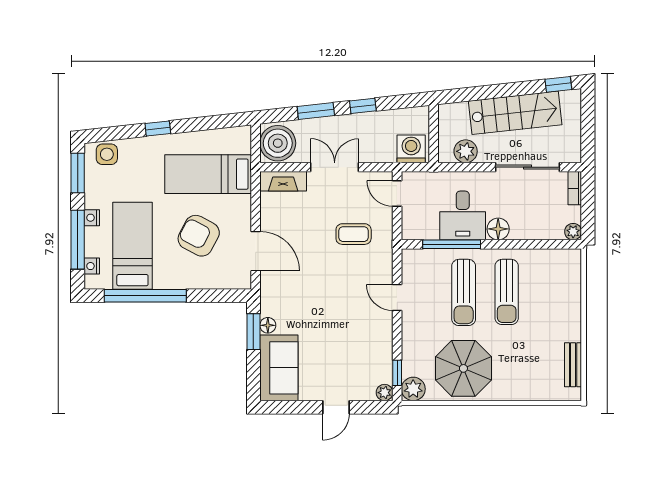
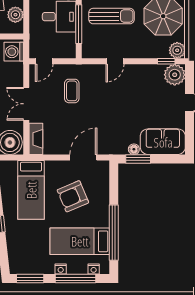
side table: (107, 154) -> (17, 259), removed
armchair: (199, 236) -> (73, 196), turned 39
plant: (385, 393) -> (175, 75), width x1.88, depth x1.88

